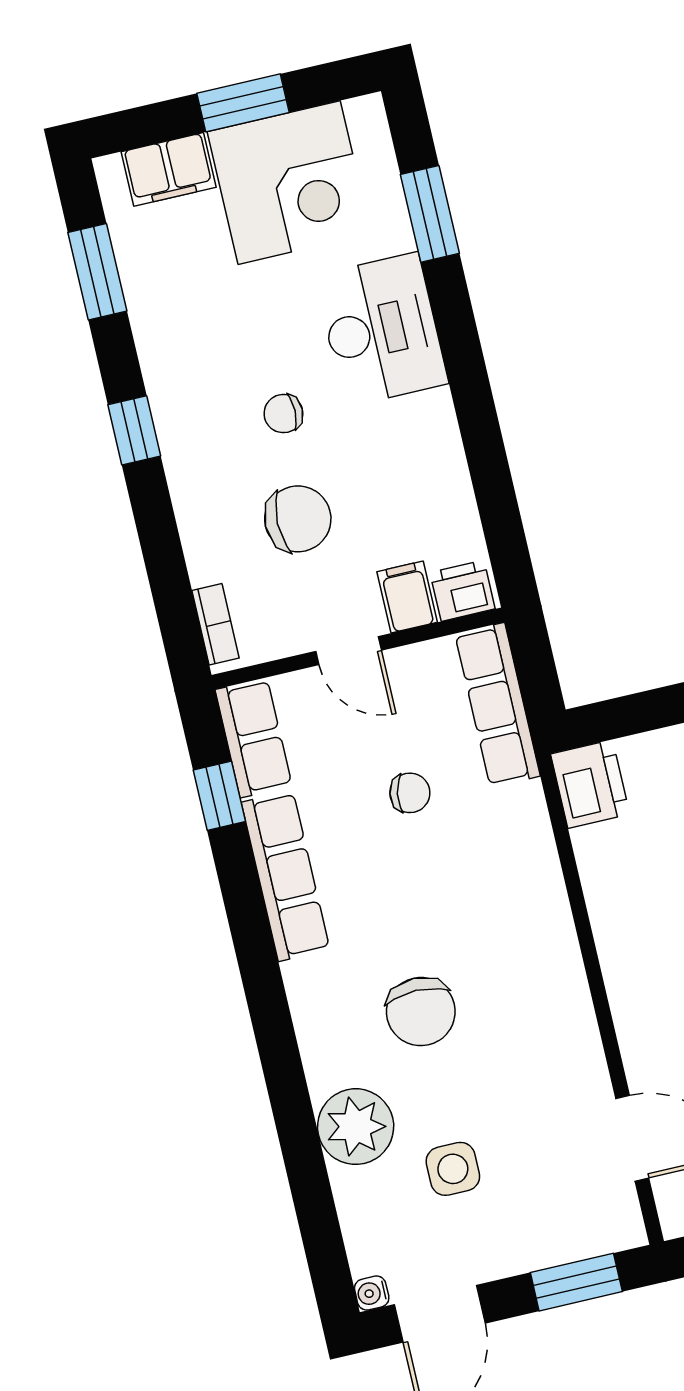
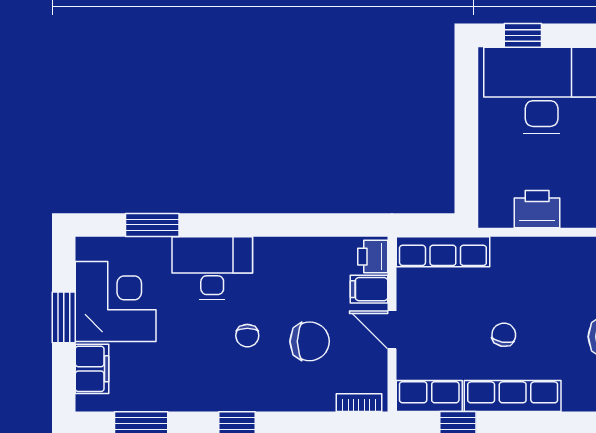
chair: (298, 519) -> (310, 341), turned 90
door: (349, 651) -> (392, 330), swing flipped
printer: (590, 784) -> (537, 209), moved
chair: (410, 793) -> (504, 335), moved

